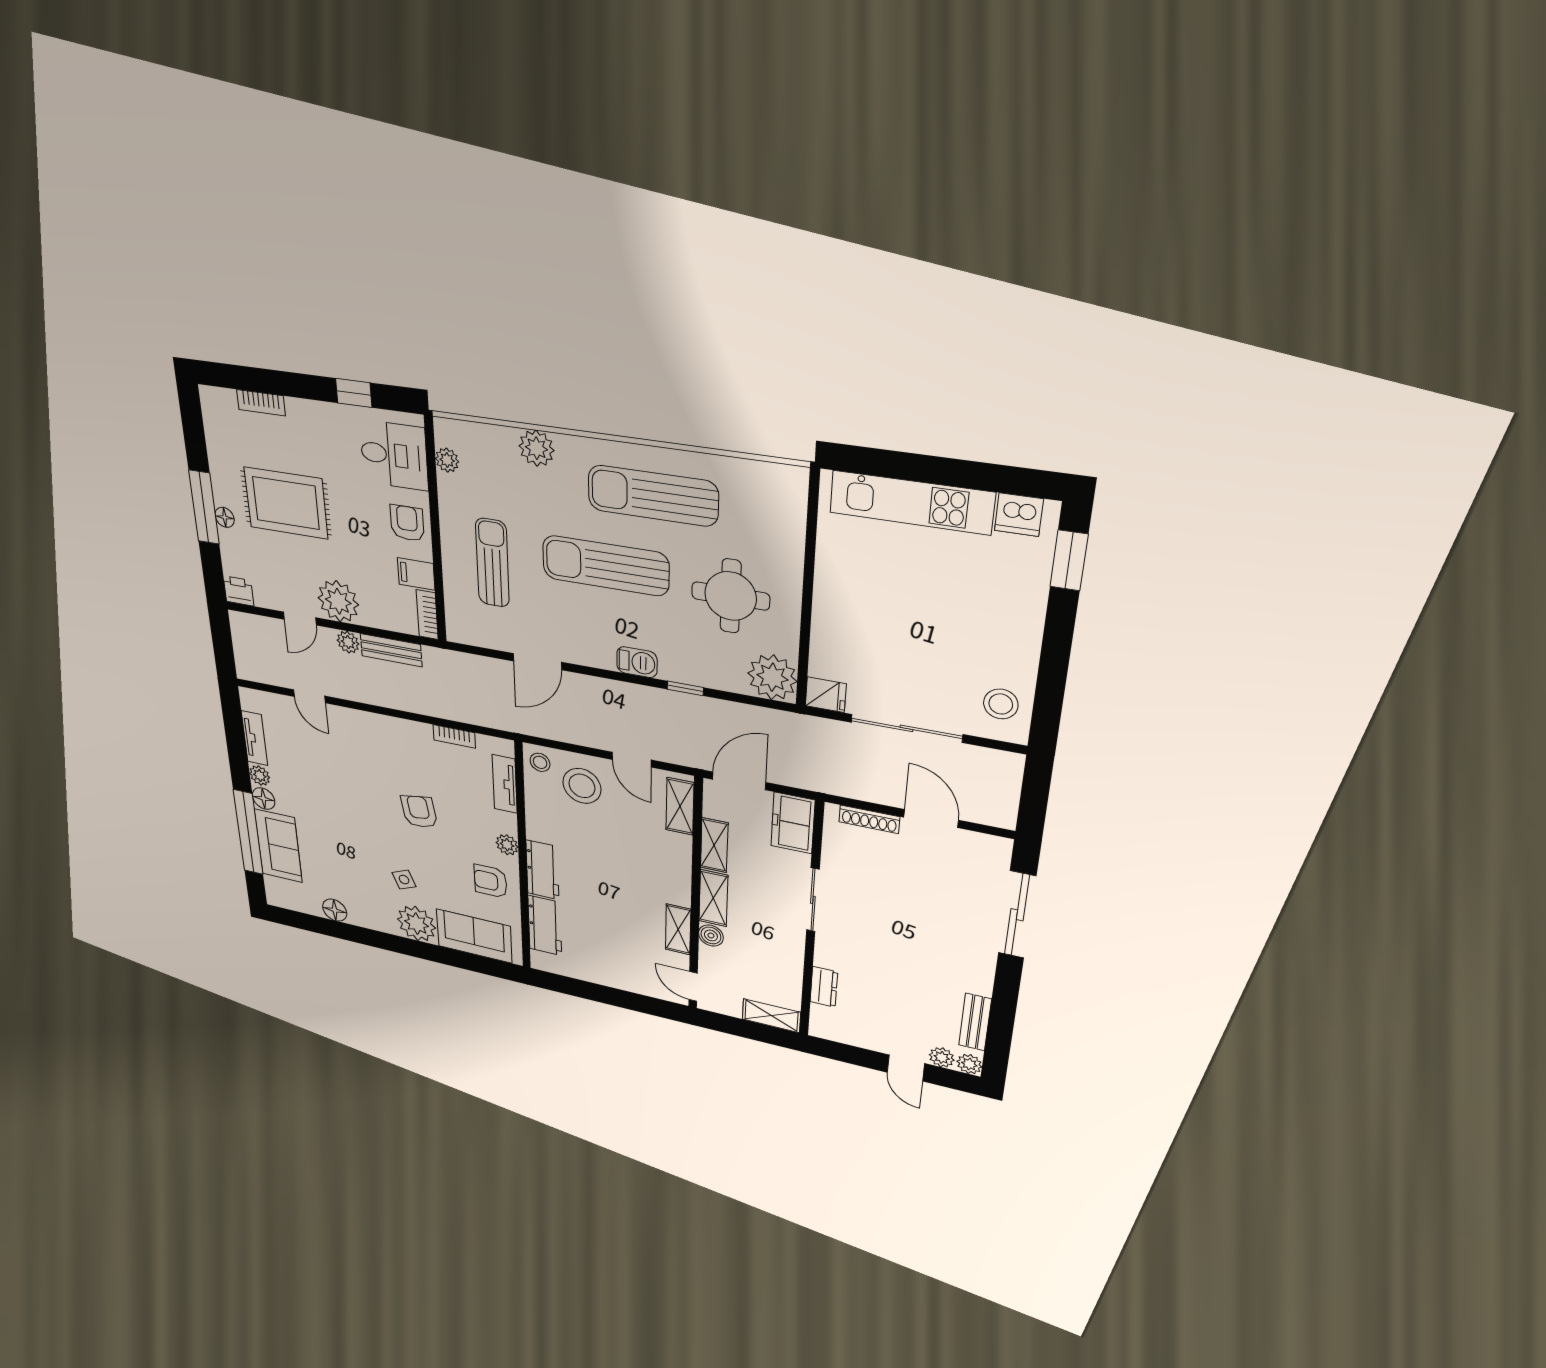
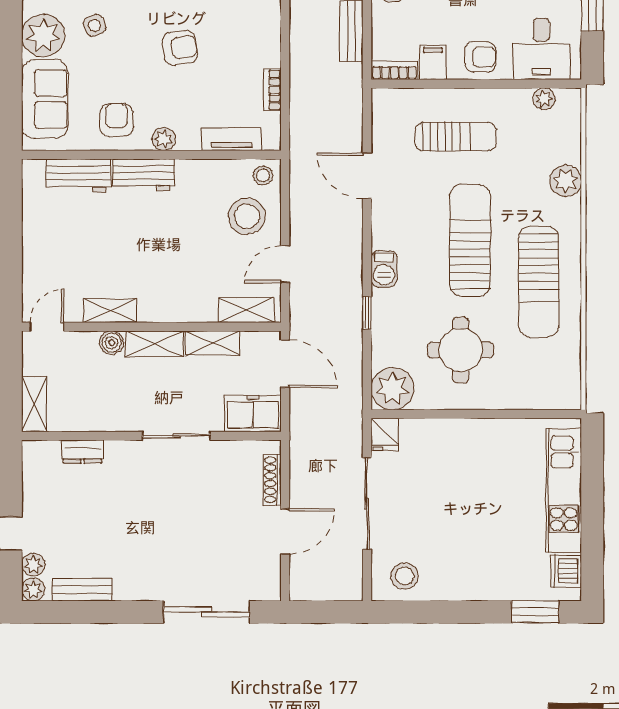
sun lounger: (653, 496) -> (539, 282), turned 180

